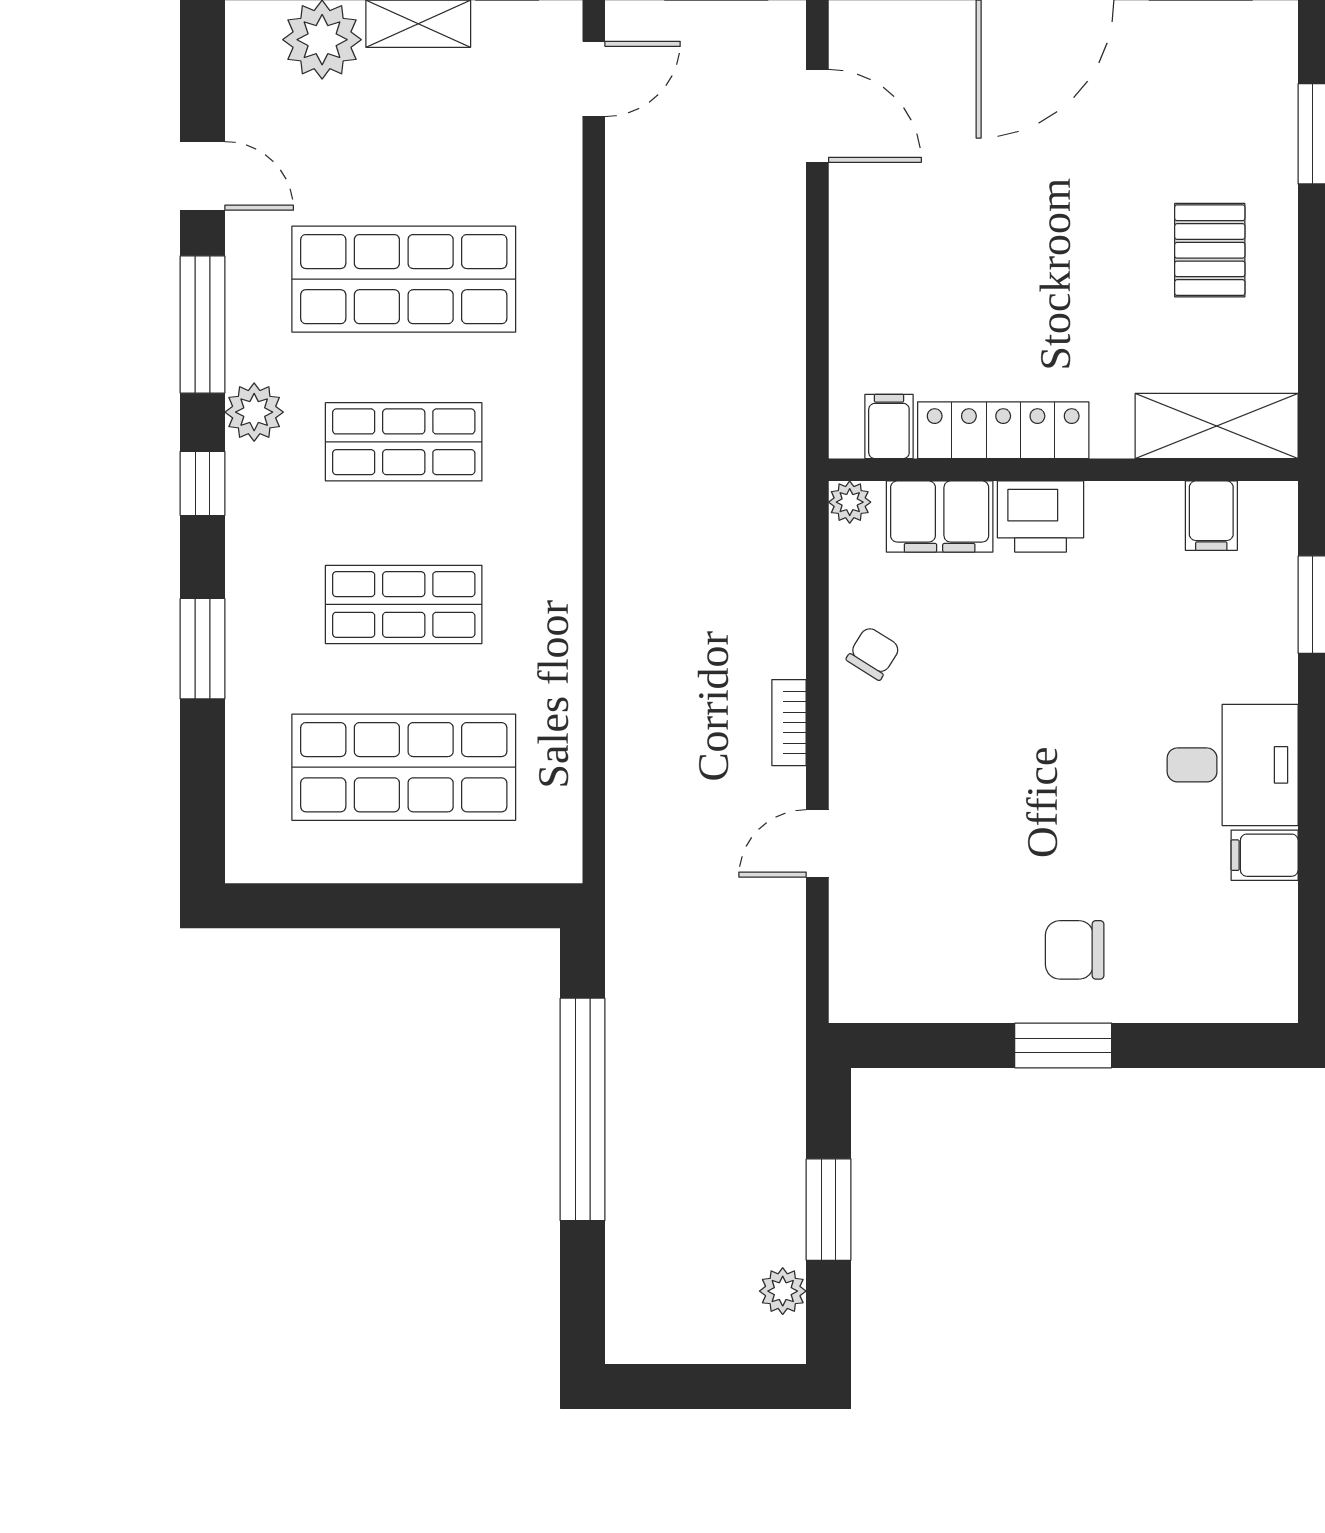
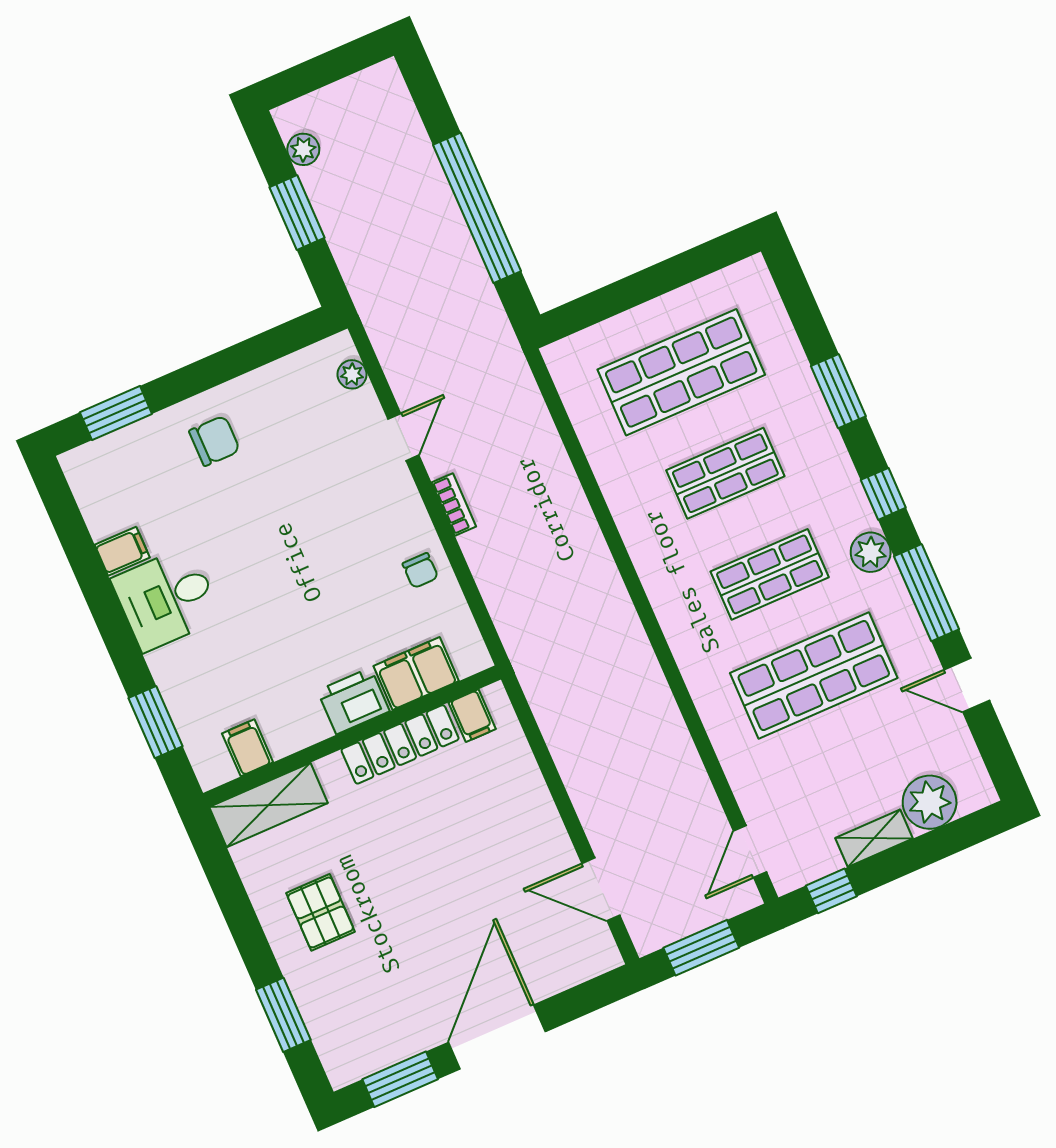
plant: (850, 502) -> (352, 374), moved
chair: (873, 653) -> (420, 571), turned -32
window: (1063, 1045) -> (116, 413), moved

